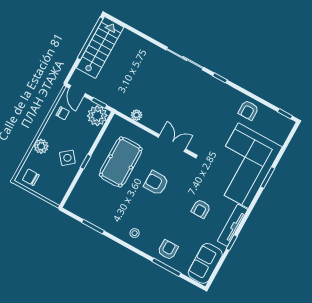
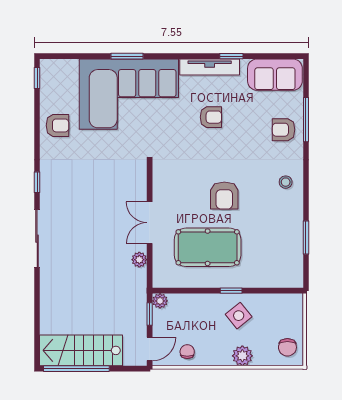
plant: (97, 116) -> (160, 301), width x0.53, depth x0.53
double door: (172, 143) -> (150, 223), moved
armchair: (156, 183) -> (224, 195), moved

